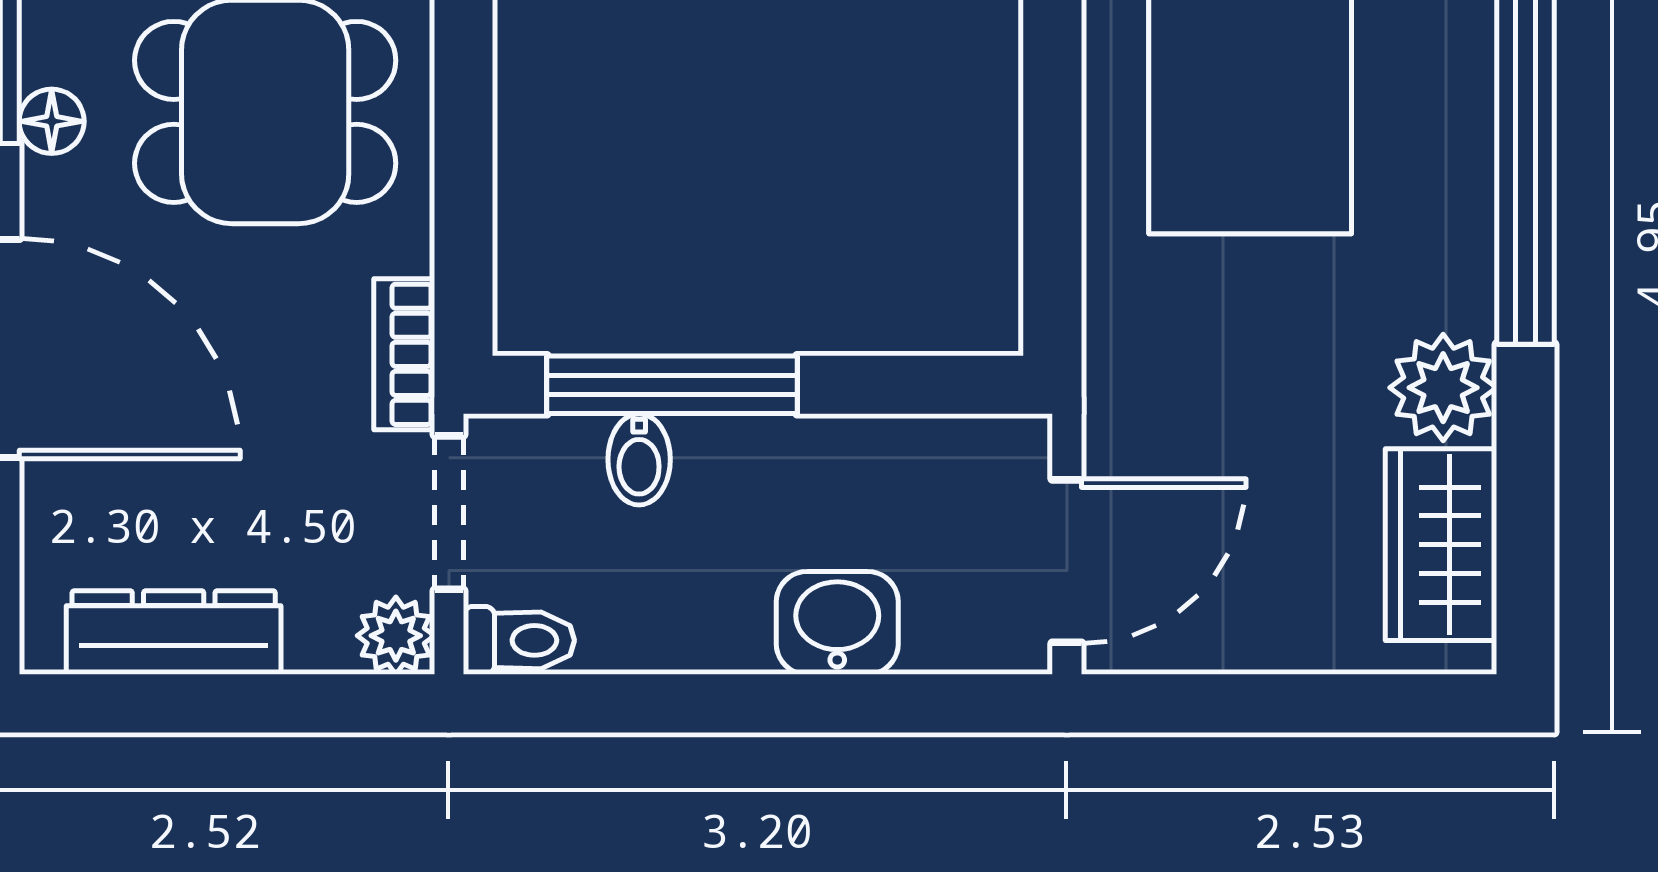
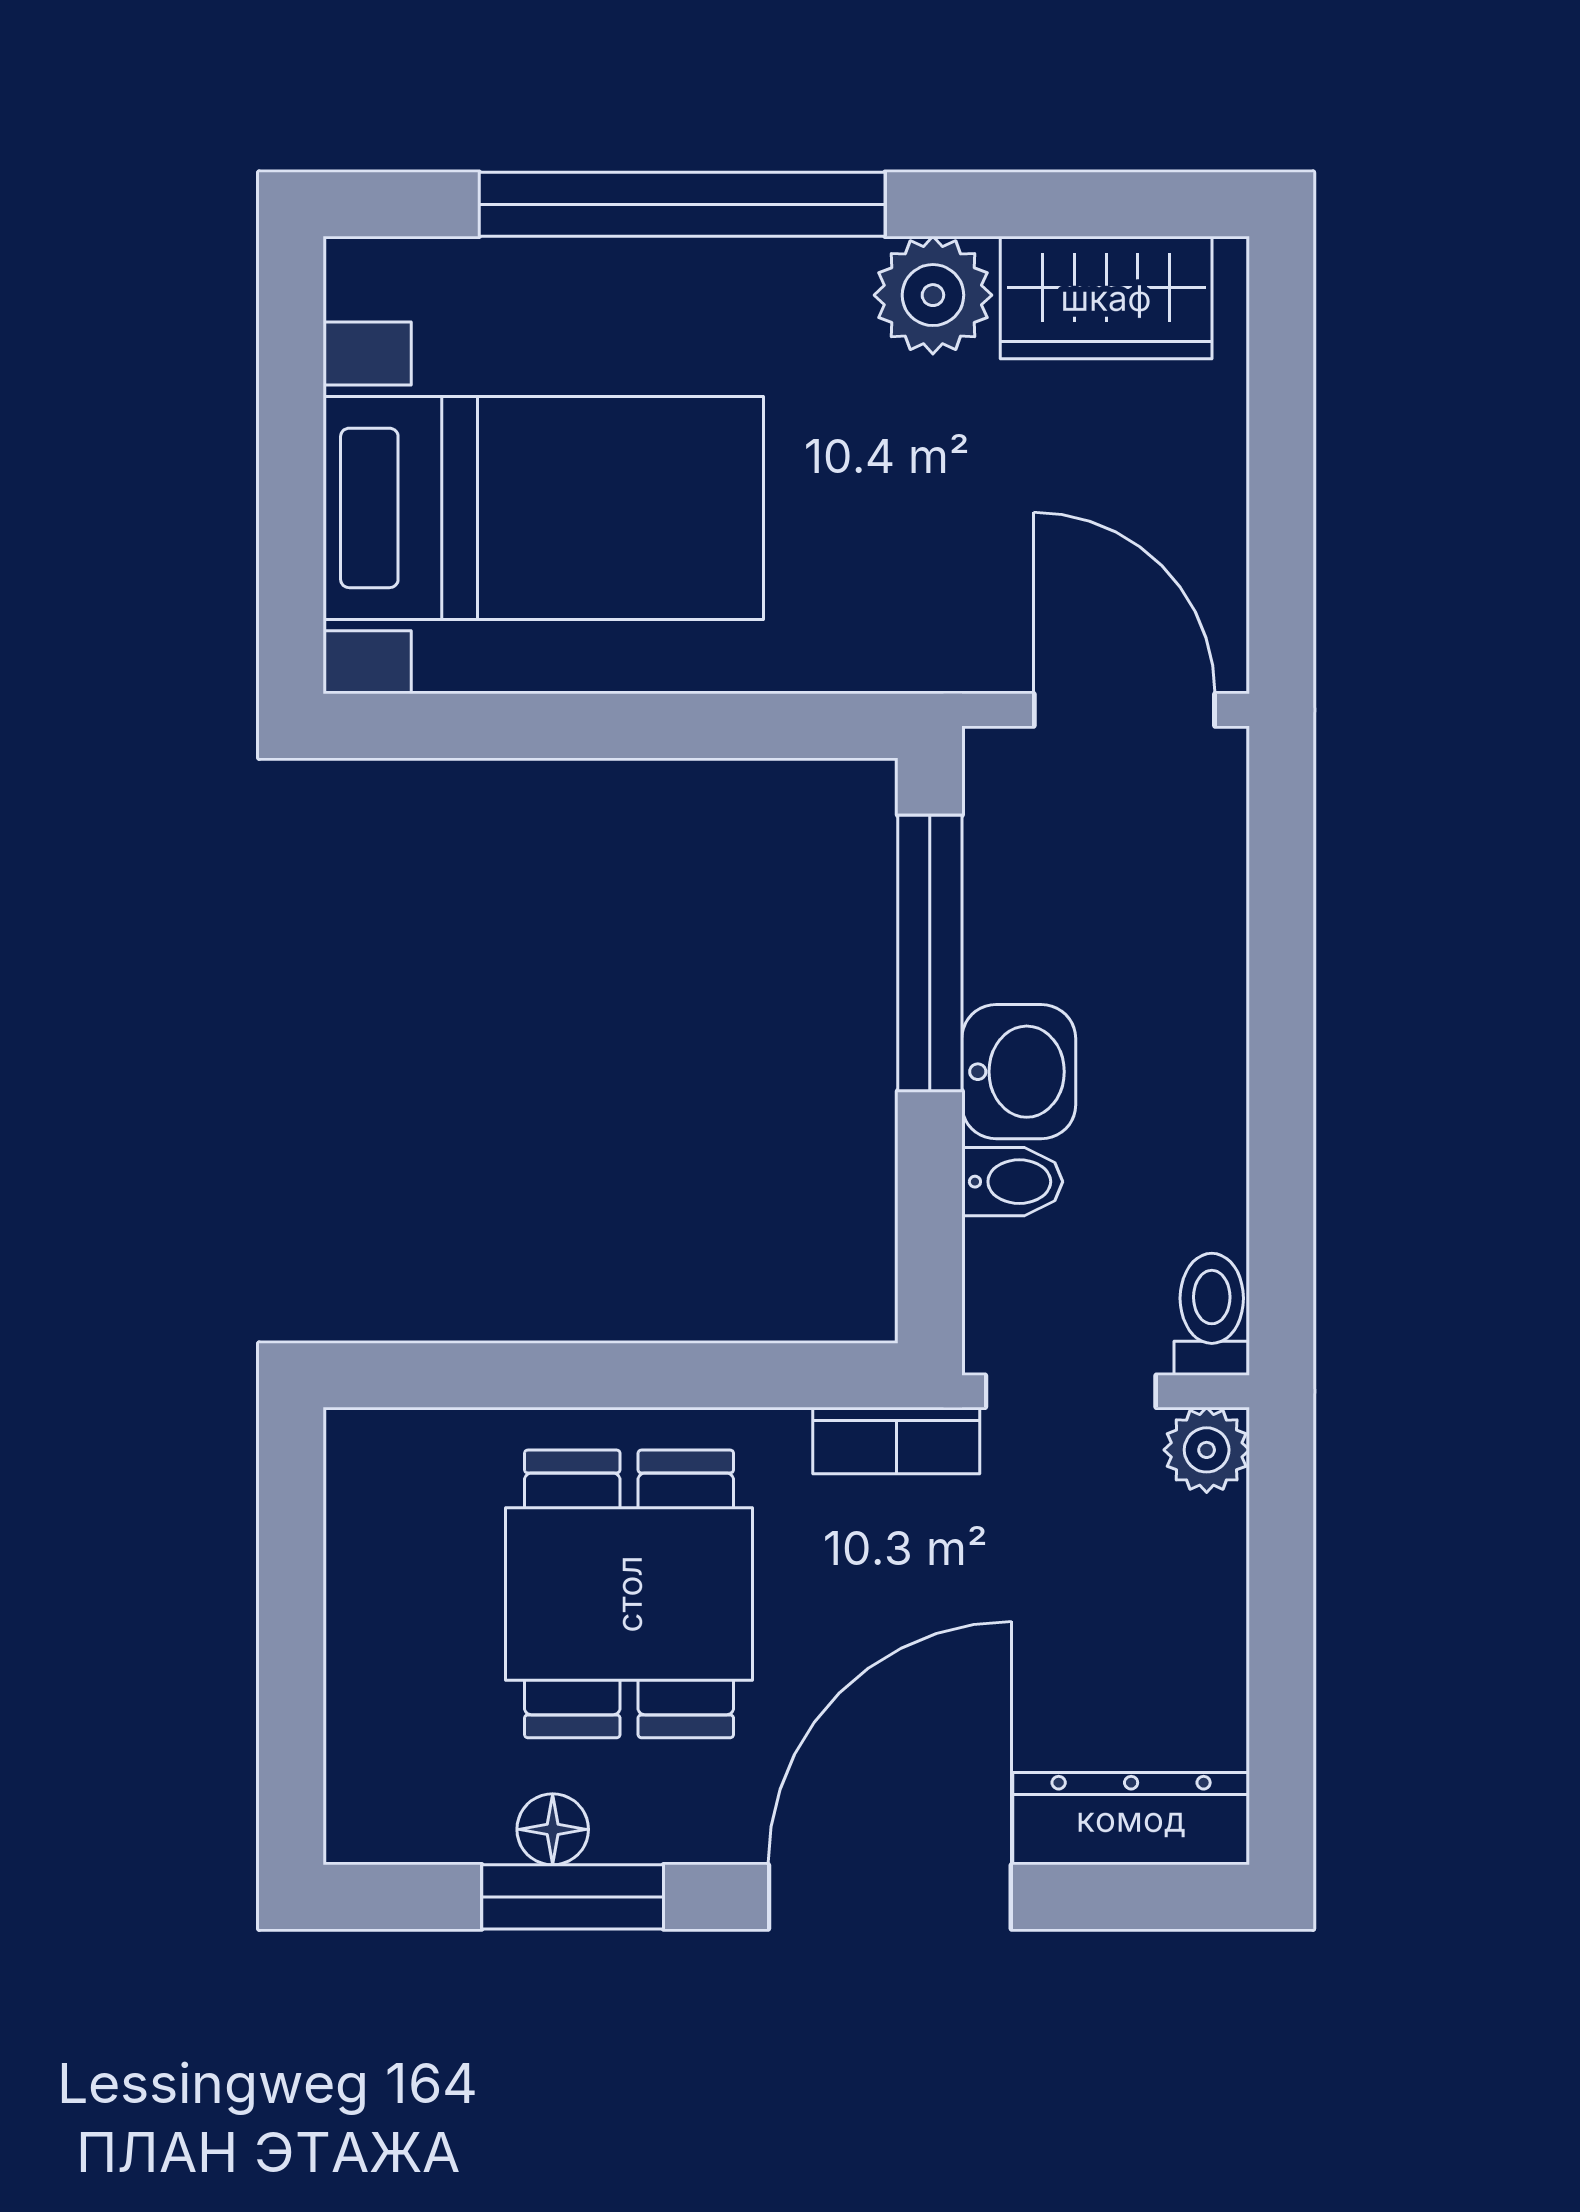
floor lamp: (52, 121) -> (553, 1829), moved
window: (672, 385) -> (930, 953), moved
washbasin: (837, 623) -> (1019, 1072), moved, turned 180
dresser: (174, 632) -> (1131, 1819), moved, turned 90

